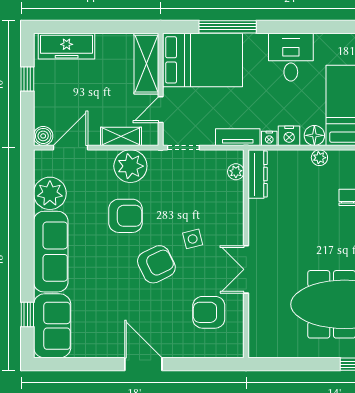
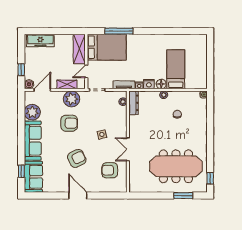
desk: (291, 57) -> (150, 46), removed
window: (27, 79) -> (21, 70), moved
armchair: (156, 264) -> (77, 158), moved

